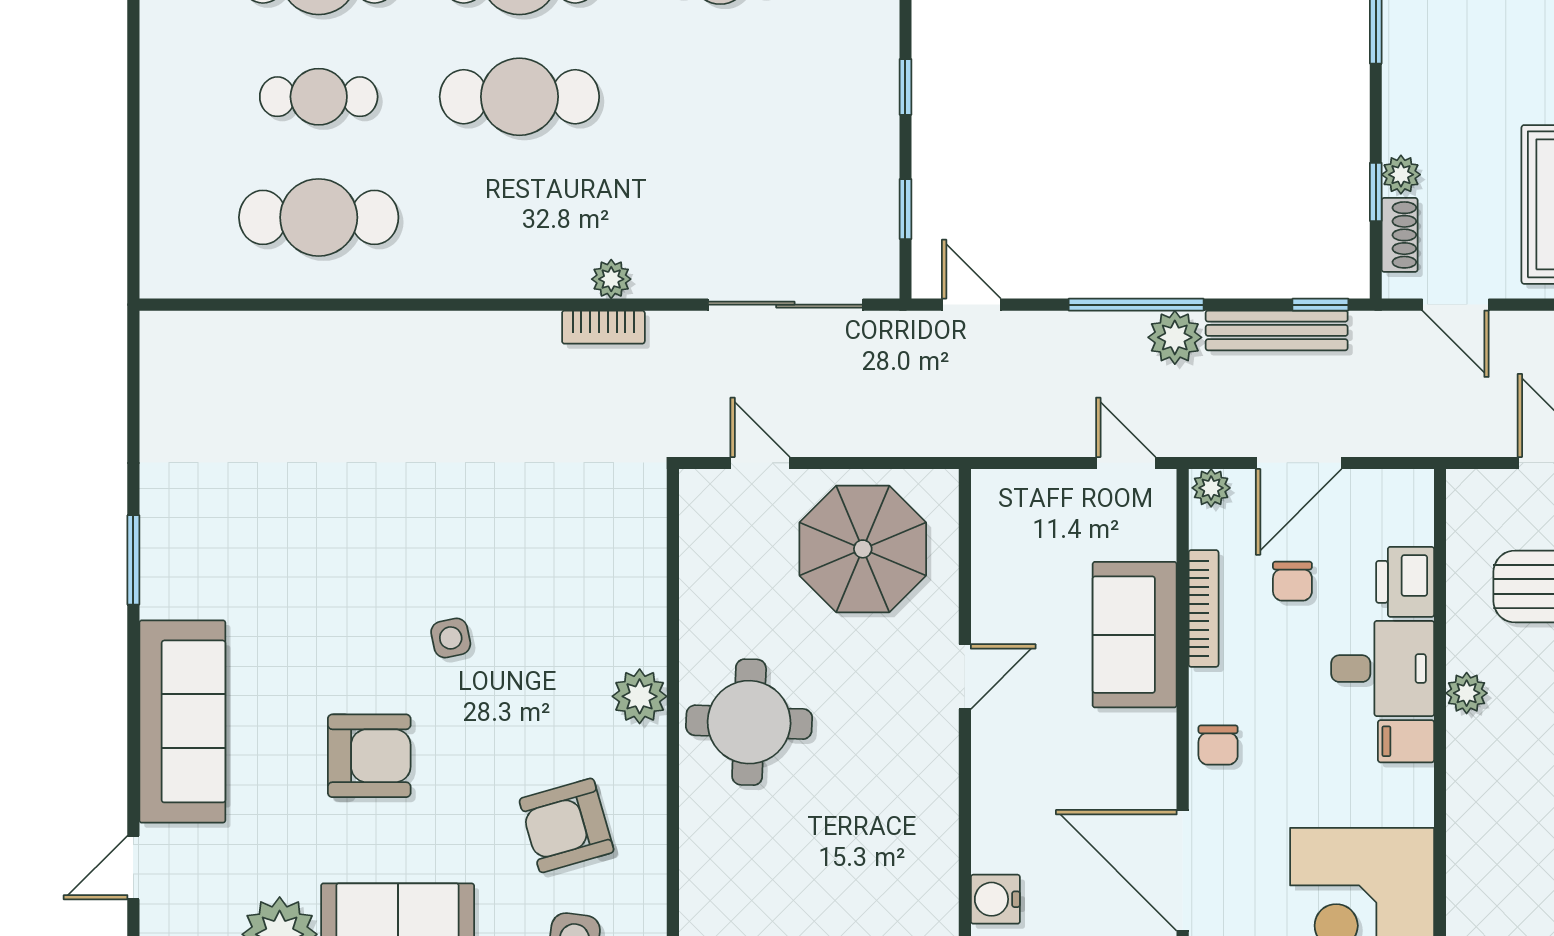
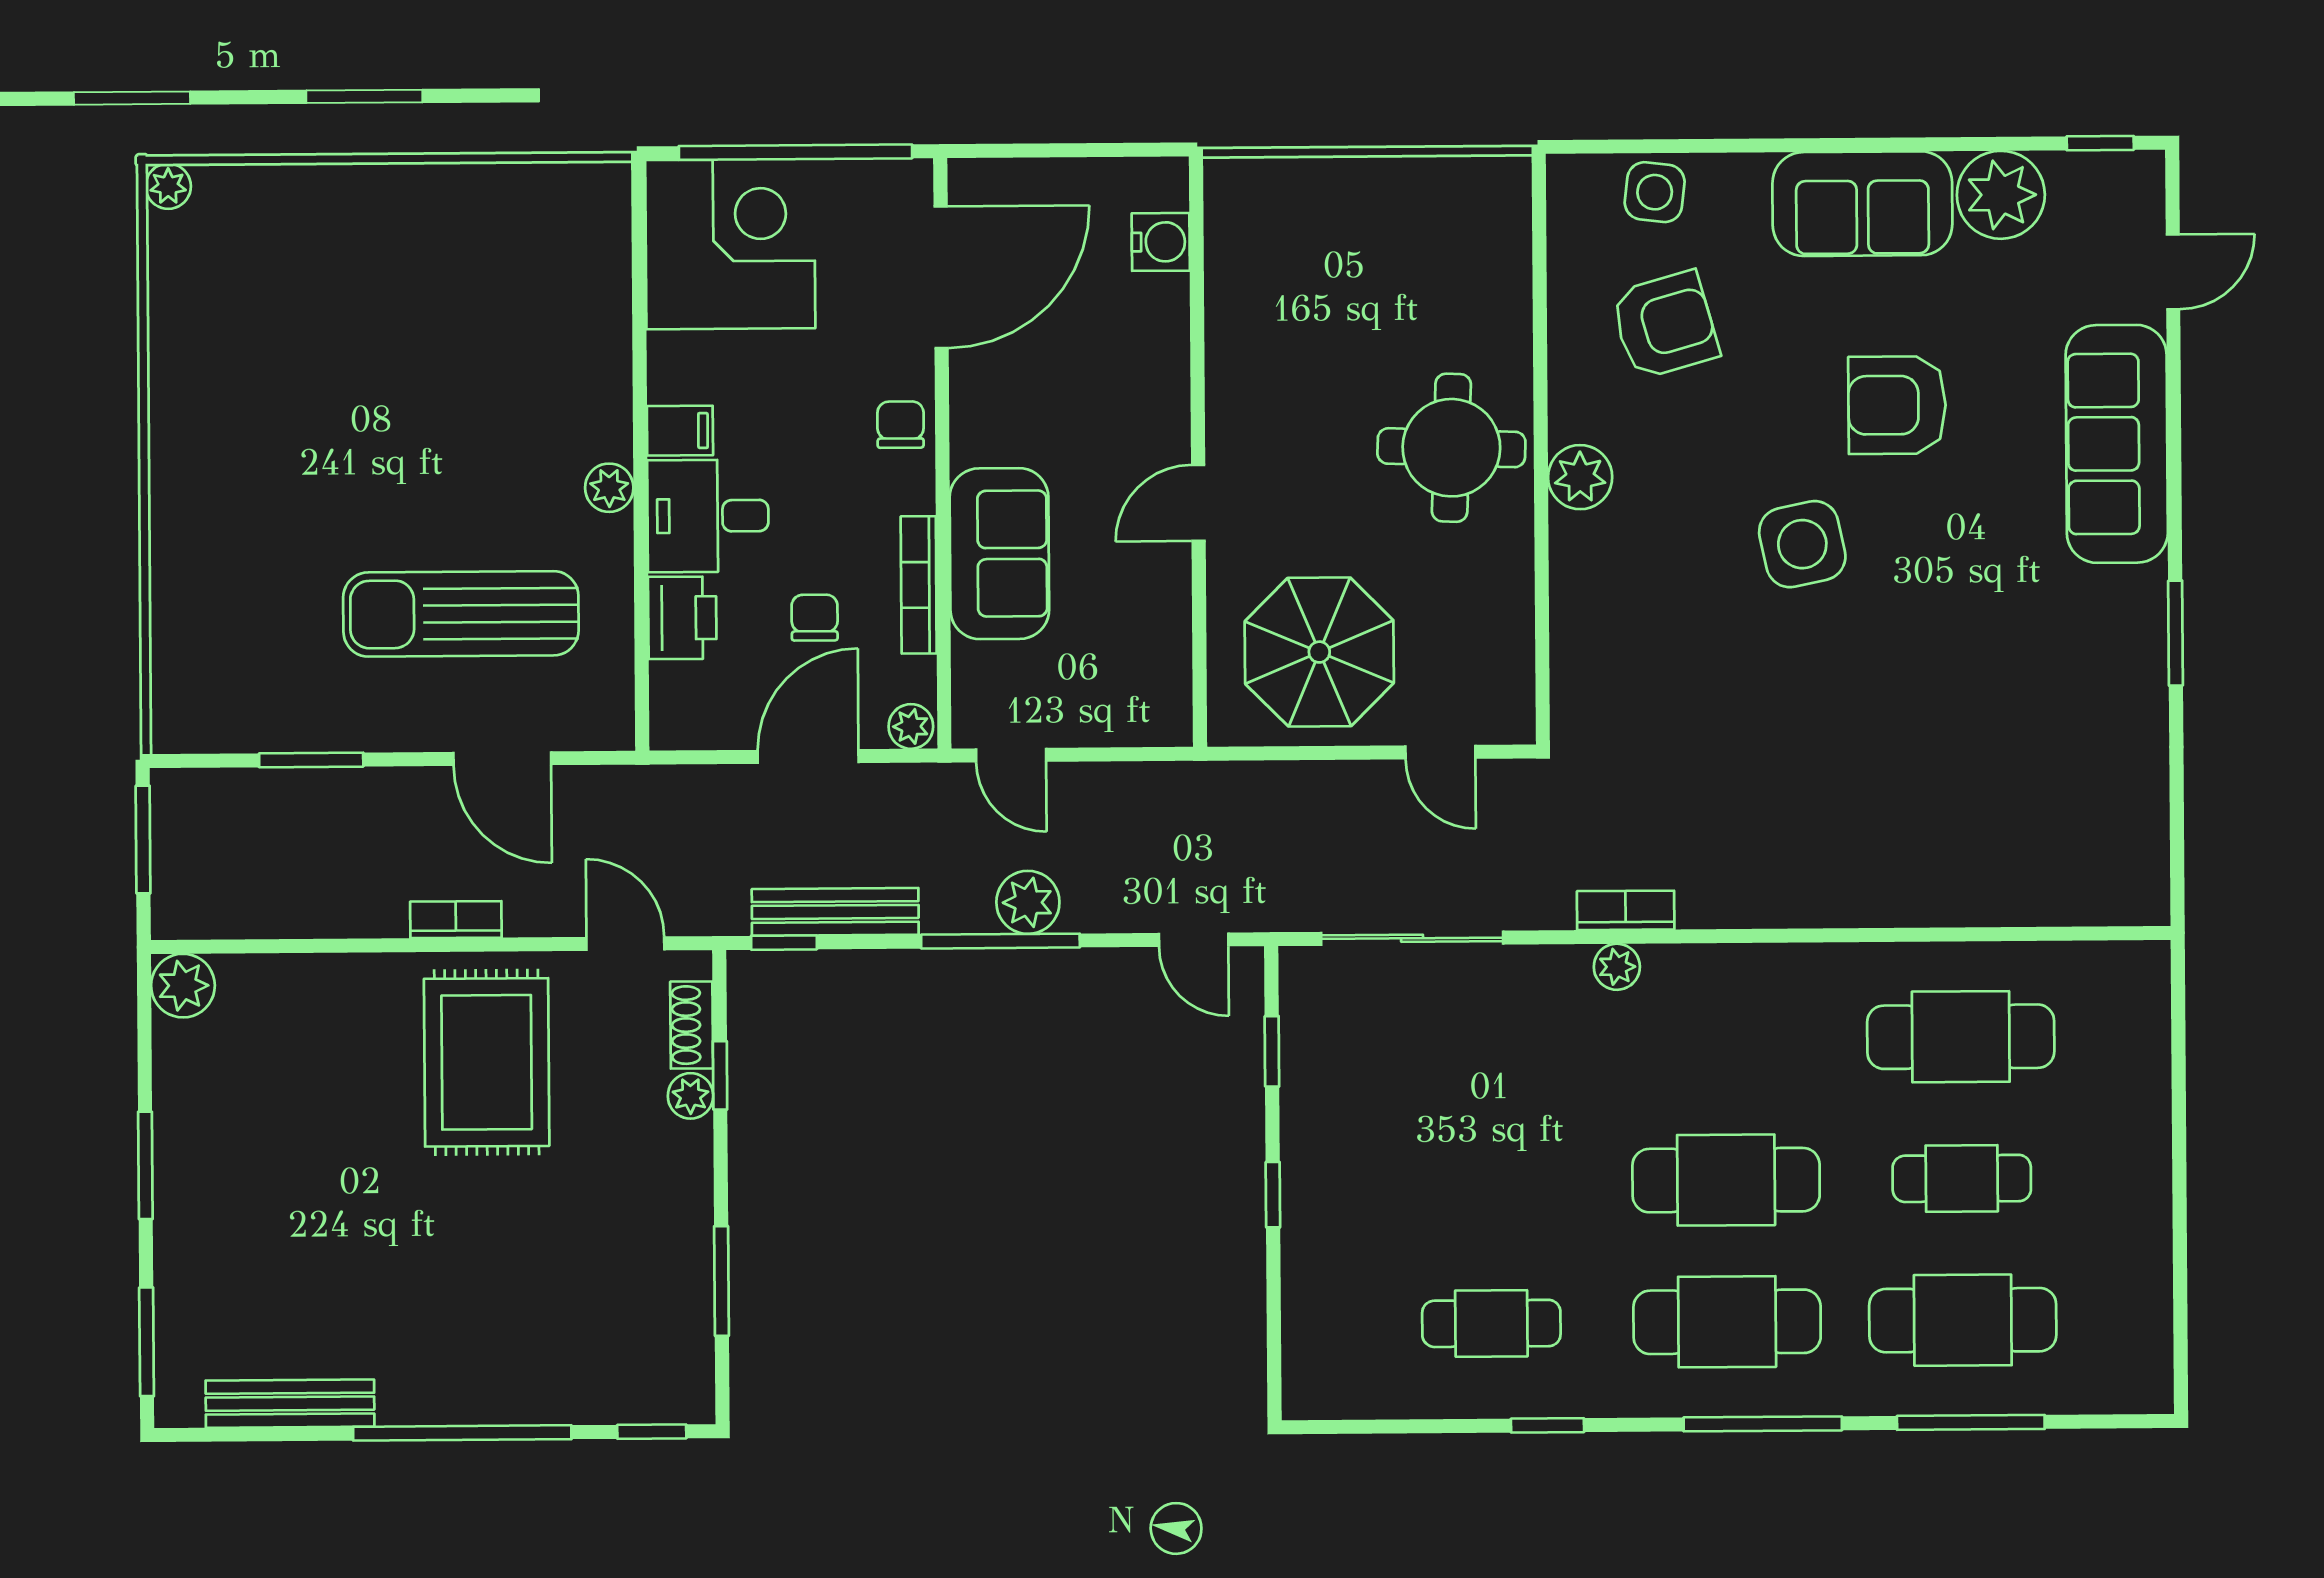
plant: (1175, 337) -> (1028, 902), moved
side table: (451, 638) -> (1802, 544), width x1.87, depth x1.87
door: (1183, 870) -> (941, 277), hinge flipped

